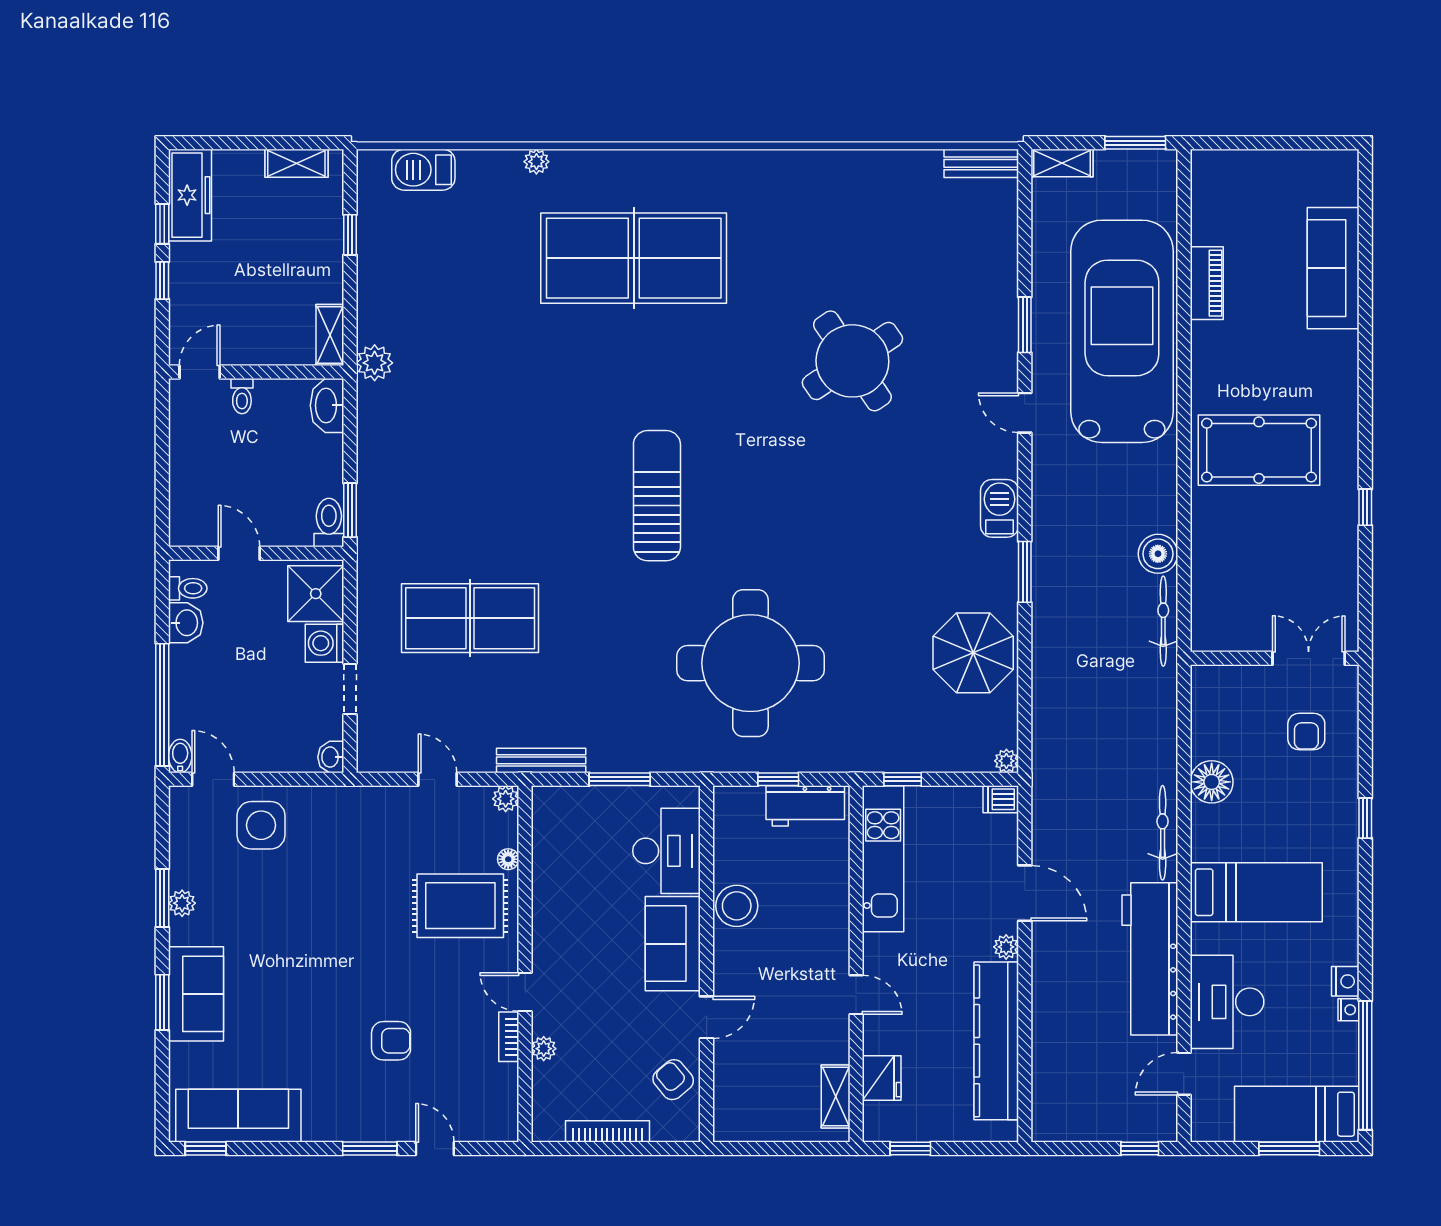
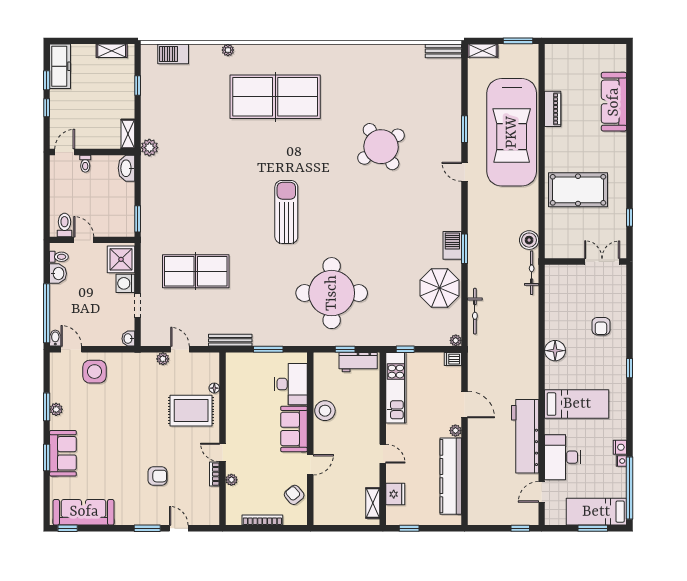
car: (1122, 331) -> (512, 132), turned 180
barbecue: (1000, 508) -> (452, 245), moved
toilet: (329, 523) -> (65, 225), moved
wall: (1275, 658) -> (586, 261), moved
double door: (1309, 658) -> (602, 261), moved
plant: (506, 799) -> (163, 359), moved
bicycle: (1163, 833) -> (475, 311), moved, turned 180

